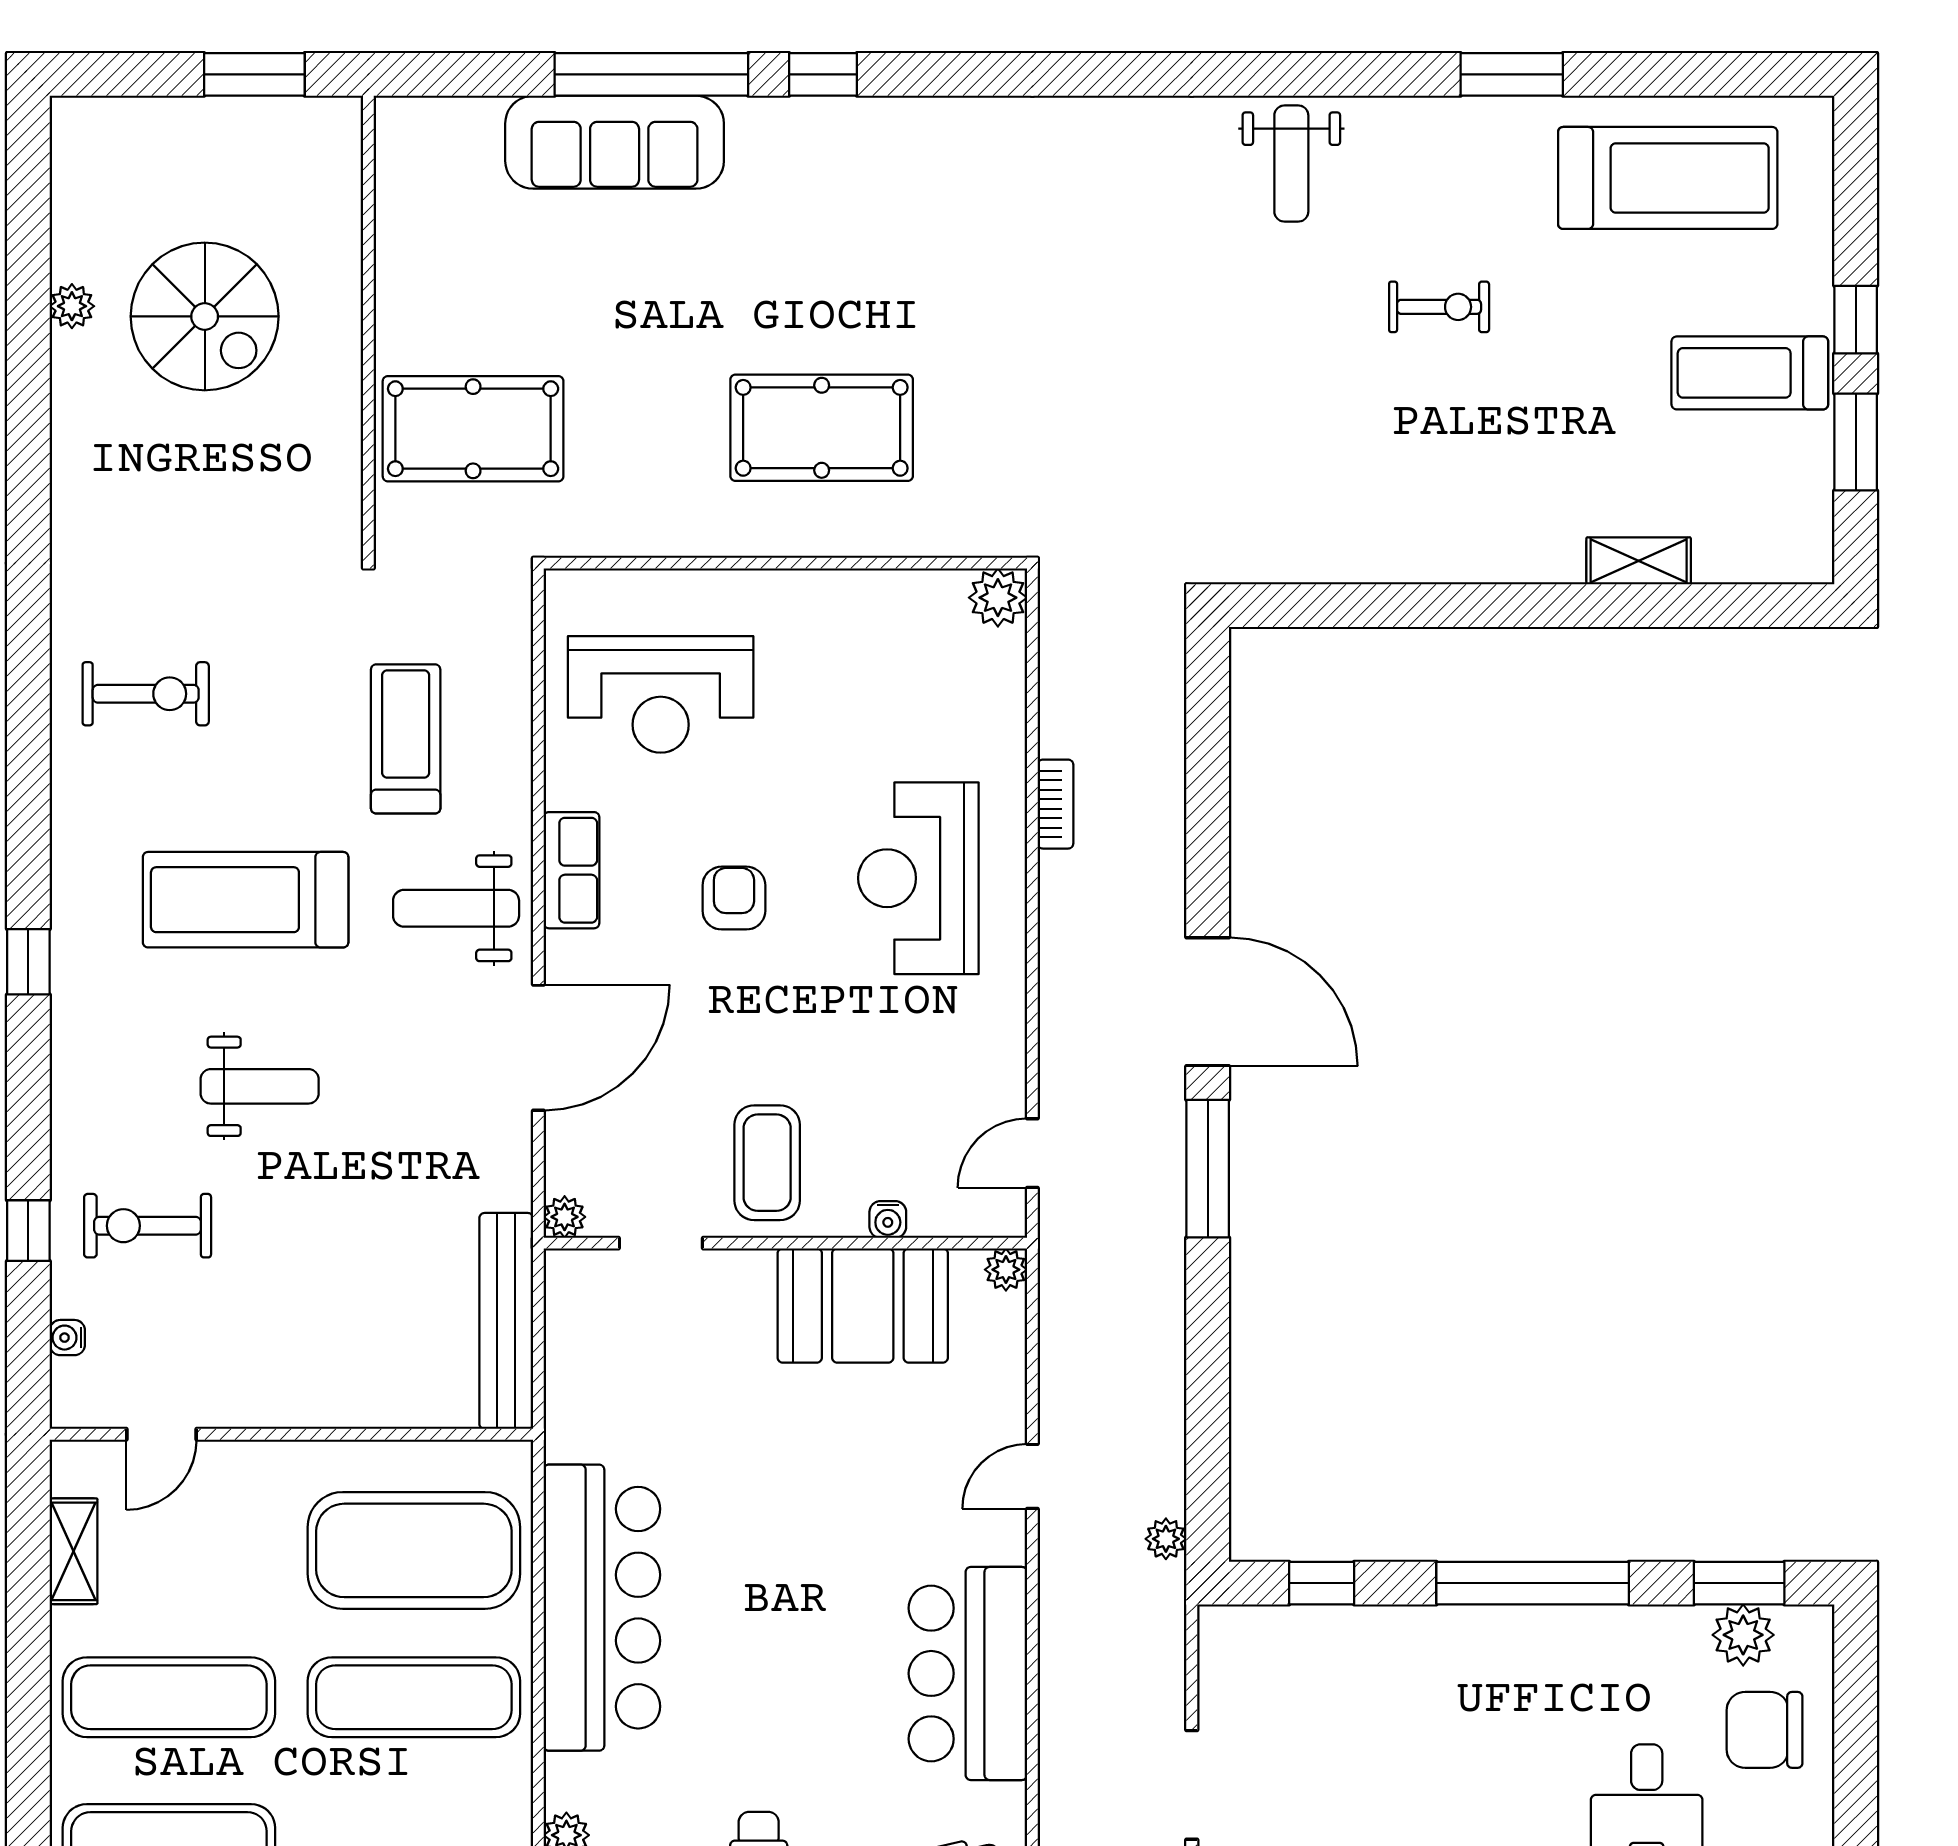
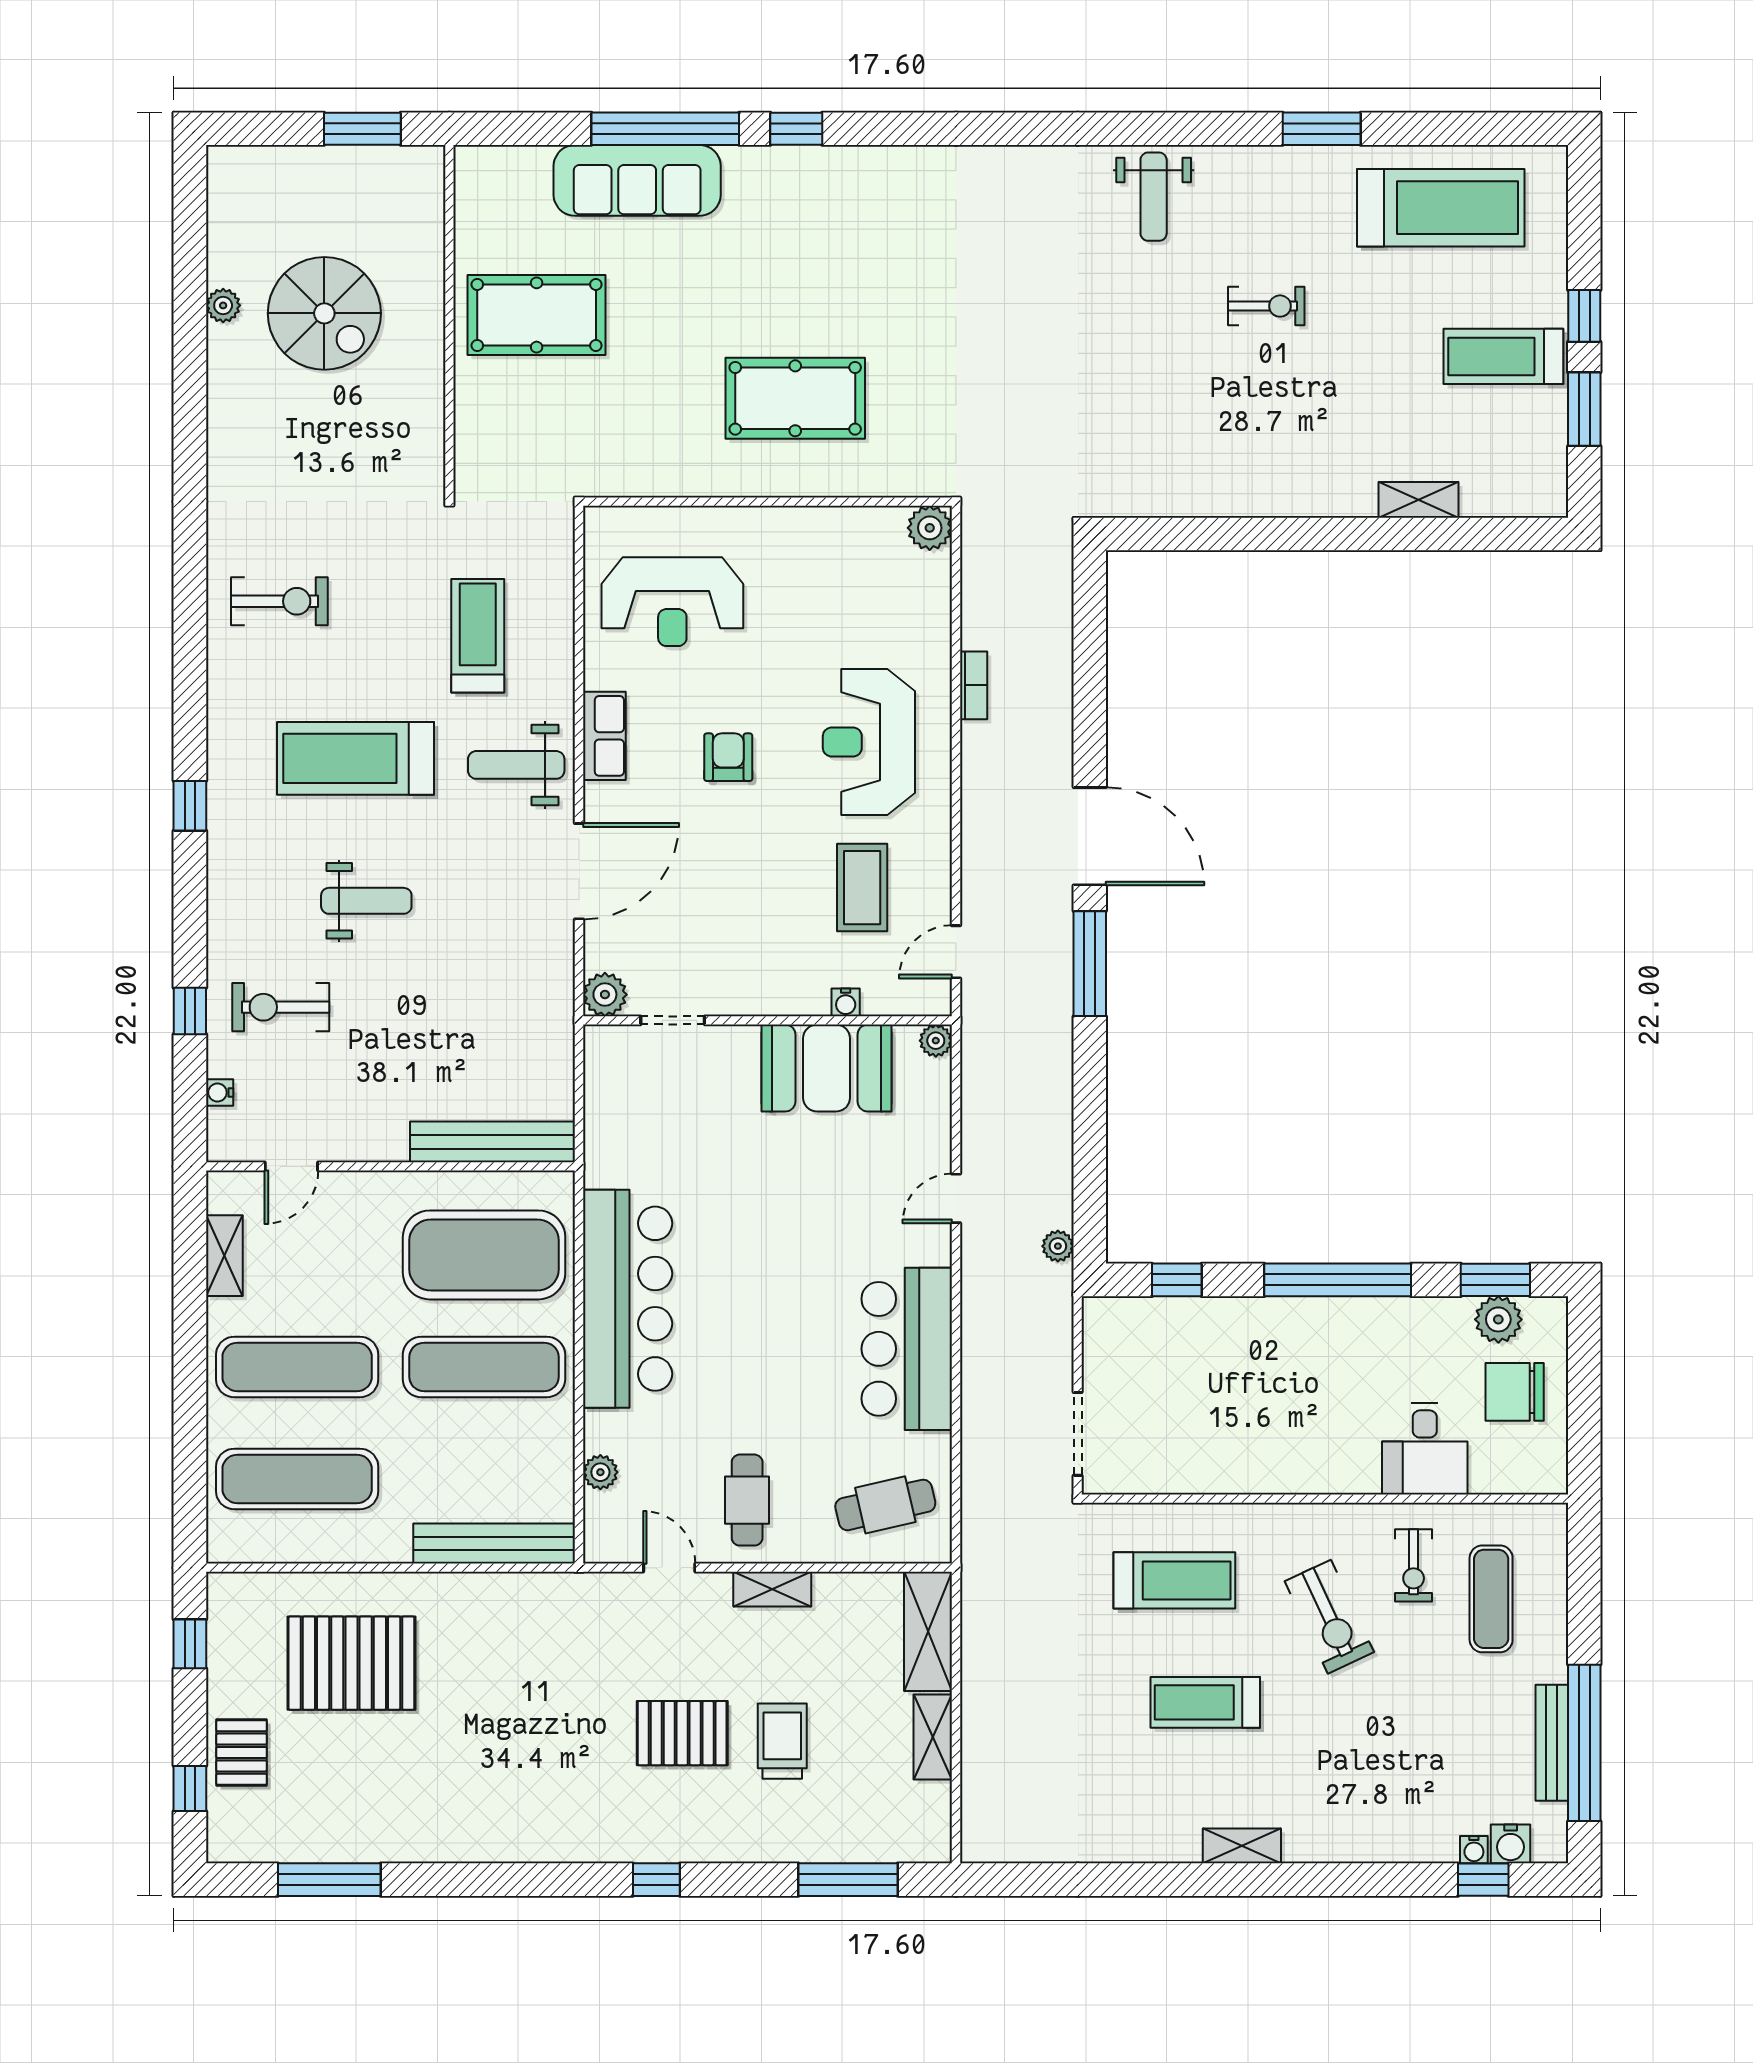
pool table: (473, 429) -> (537, 315), moved
coffee table: (767, 1163) -> (862, 888), moved
plant: (565, 1217) -> (605, 995), width x1.38, depth x1.38
bench: (506, 1321) -> (493, 1142), moved, turned 90

